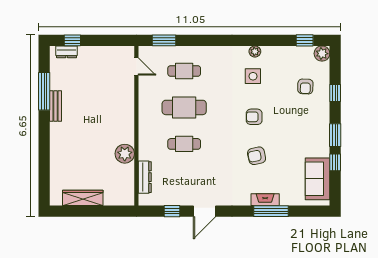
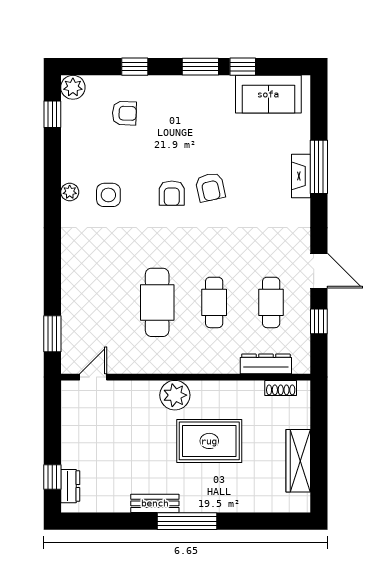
cafe table: (184, 71) -> (271, 302), moved
window: (44, 91) -> (187, 521), moved
rug: (95, 141) -> (209, 441), added
plant: (125, 154) -> (175, 395), moved
armchair: (257, 156) -> (210, 187), moved
shoe rack: (129, 187) -> (281, 388), added

